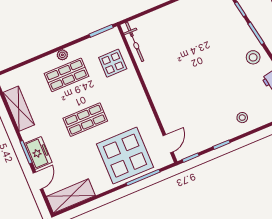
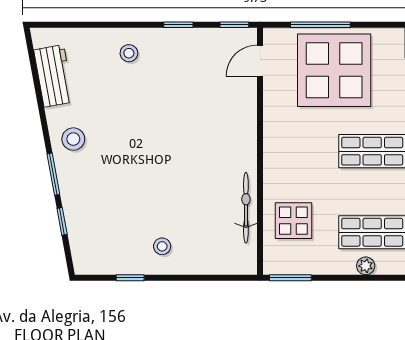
stool: (179, 19) -> (162, 246), added
bicycle: (135, 42) -> (246, 208), moved

